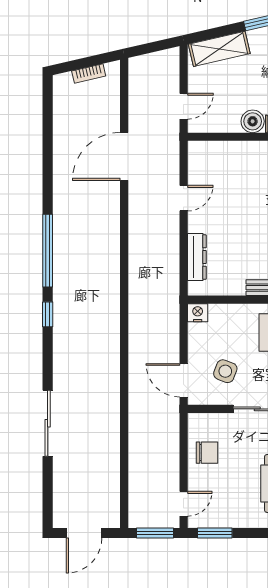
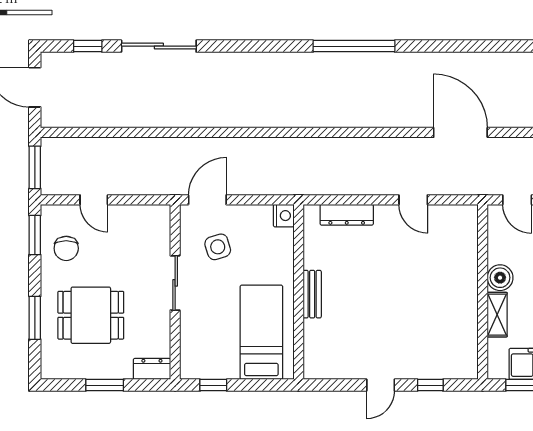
window: (48, 314) -> (88, 46), moved
side table: (225, 371) -> (218, 247), turned -38
chair: (207, 453) -> (66, 248), moved
door: (184, 504) -> (94, 200), moved

